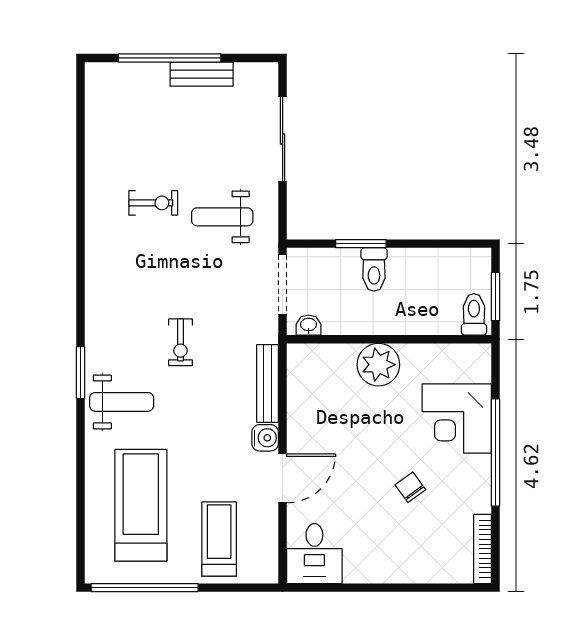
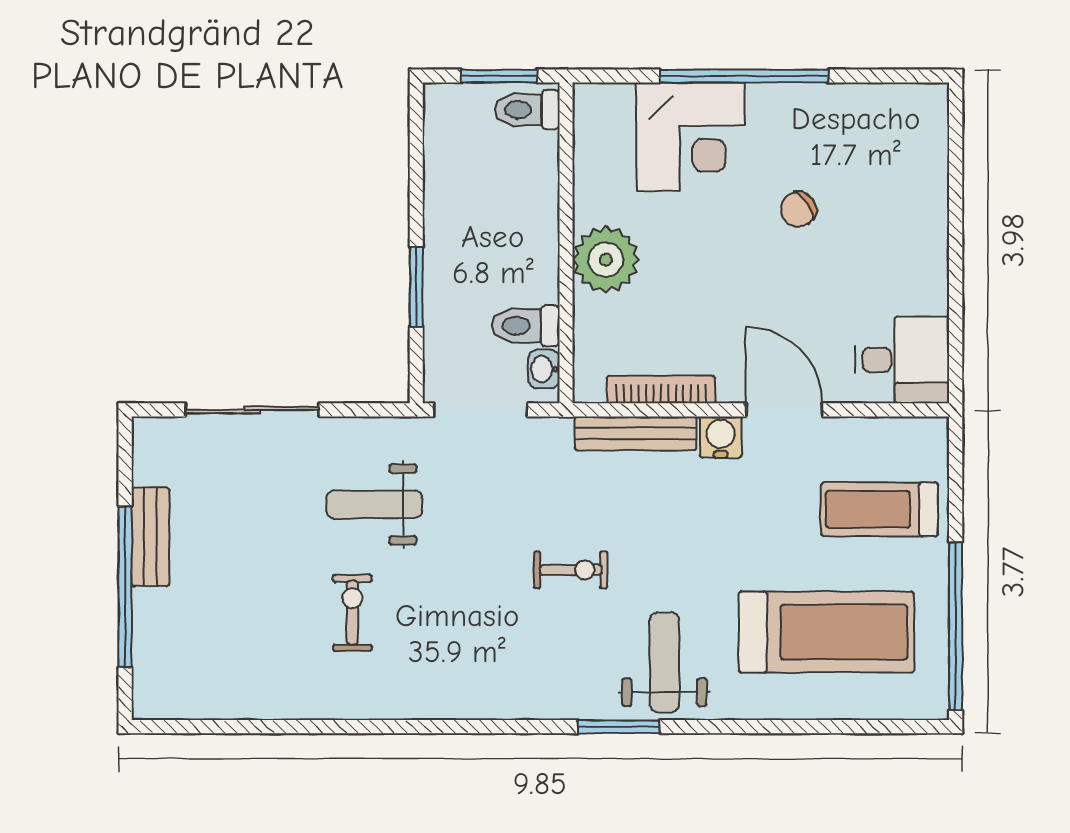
weight bench: (222, 217) -> (374, 504), turned 90
toilet: (374, 269) -> (526, 326), moved, turned 180
treadmill: (141, 505) -> (826, 632), turned 180
bookcase: (483, 549) -> (661, 390), moved, turned 180

